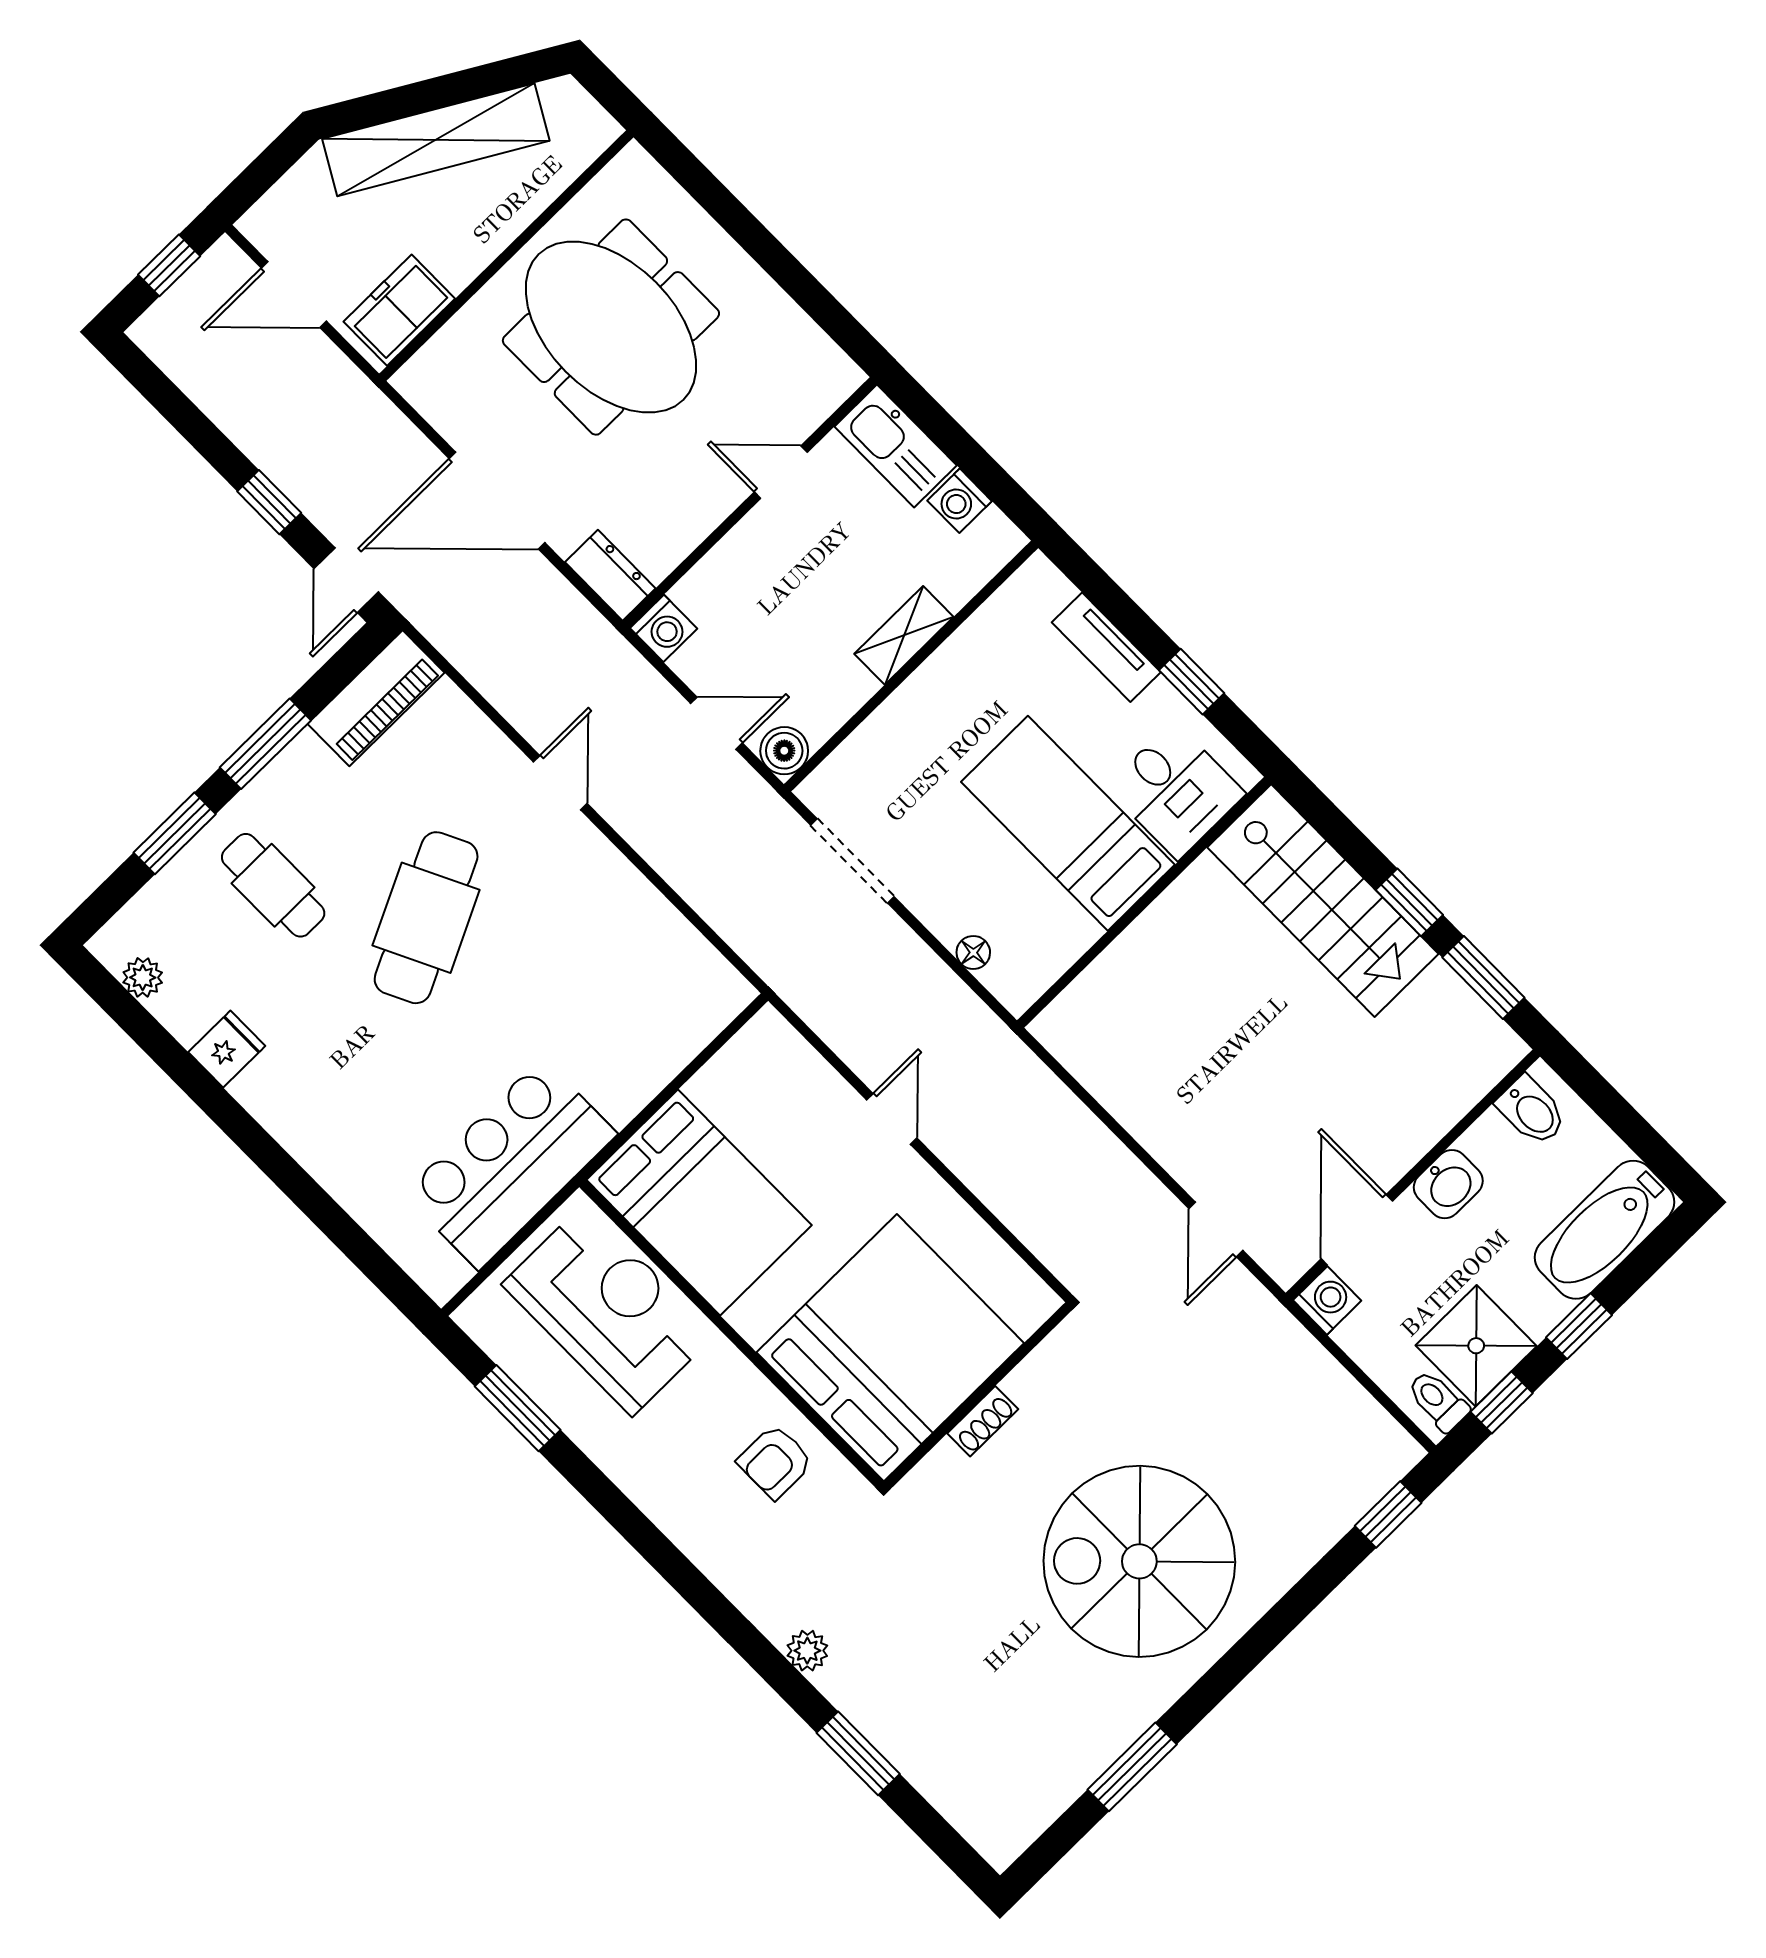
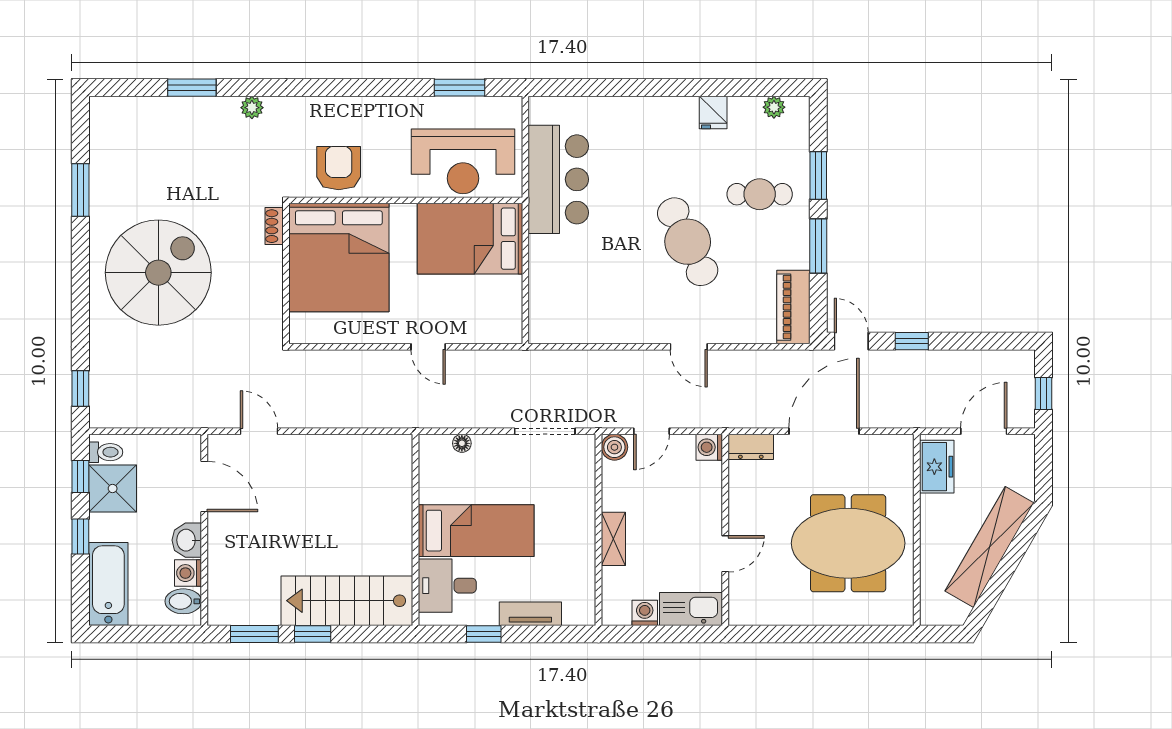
washing machine: (1327, 1300) -> (188, 573), moved, turned 90
shoe rack: (983, 1421) -> (274, 226), moved
armchair: (775, 1462) -> (339, 168), width x1.38, depth x1.38

